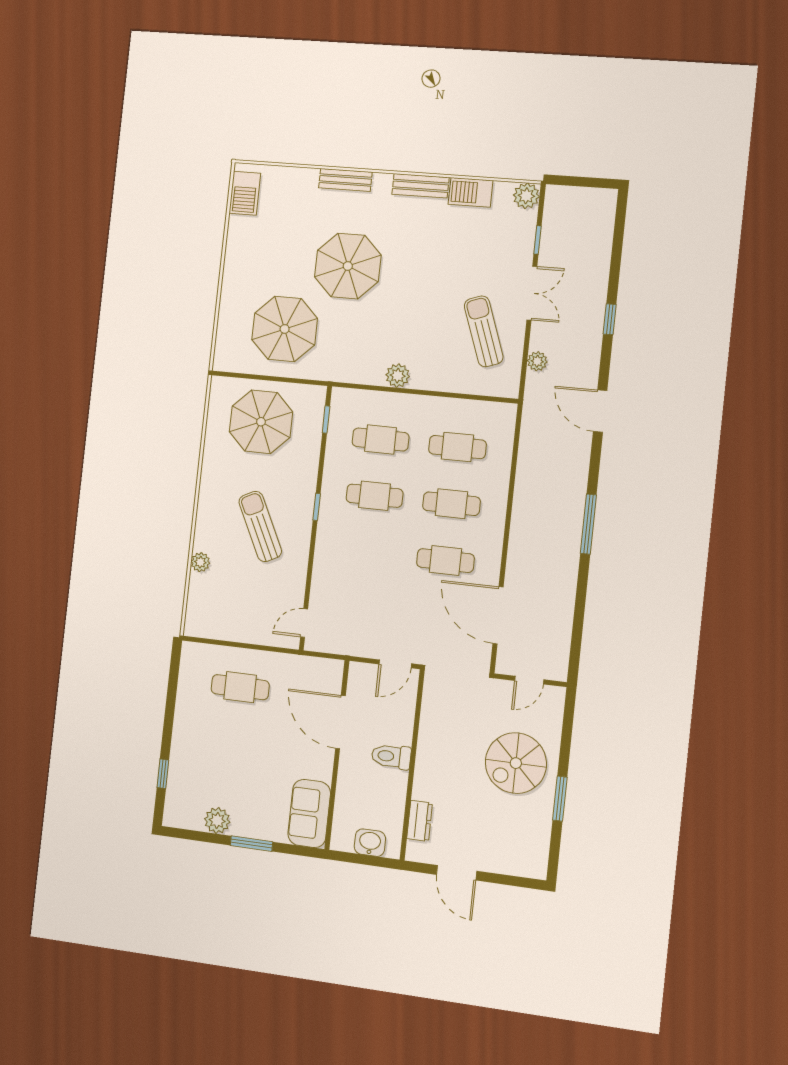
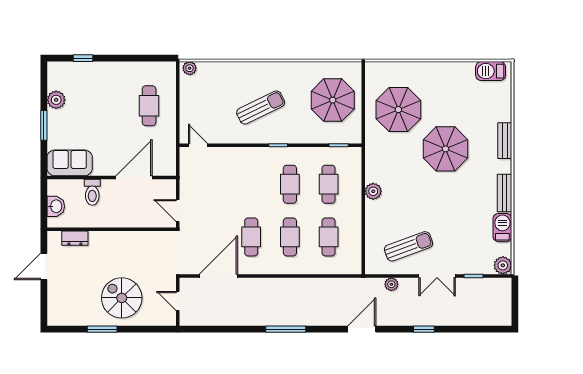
plant: (200, 562) -> (190, 68), moved
toilet: (391, 756) -> (92, 192), moved, turned 180

